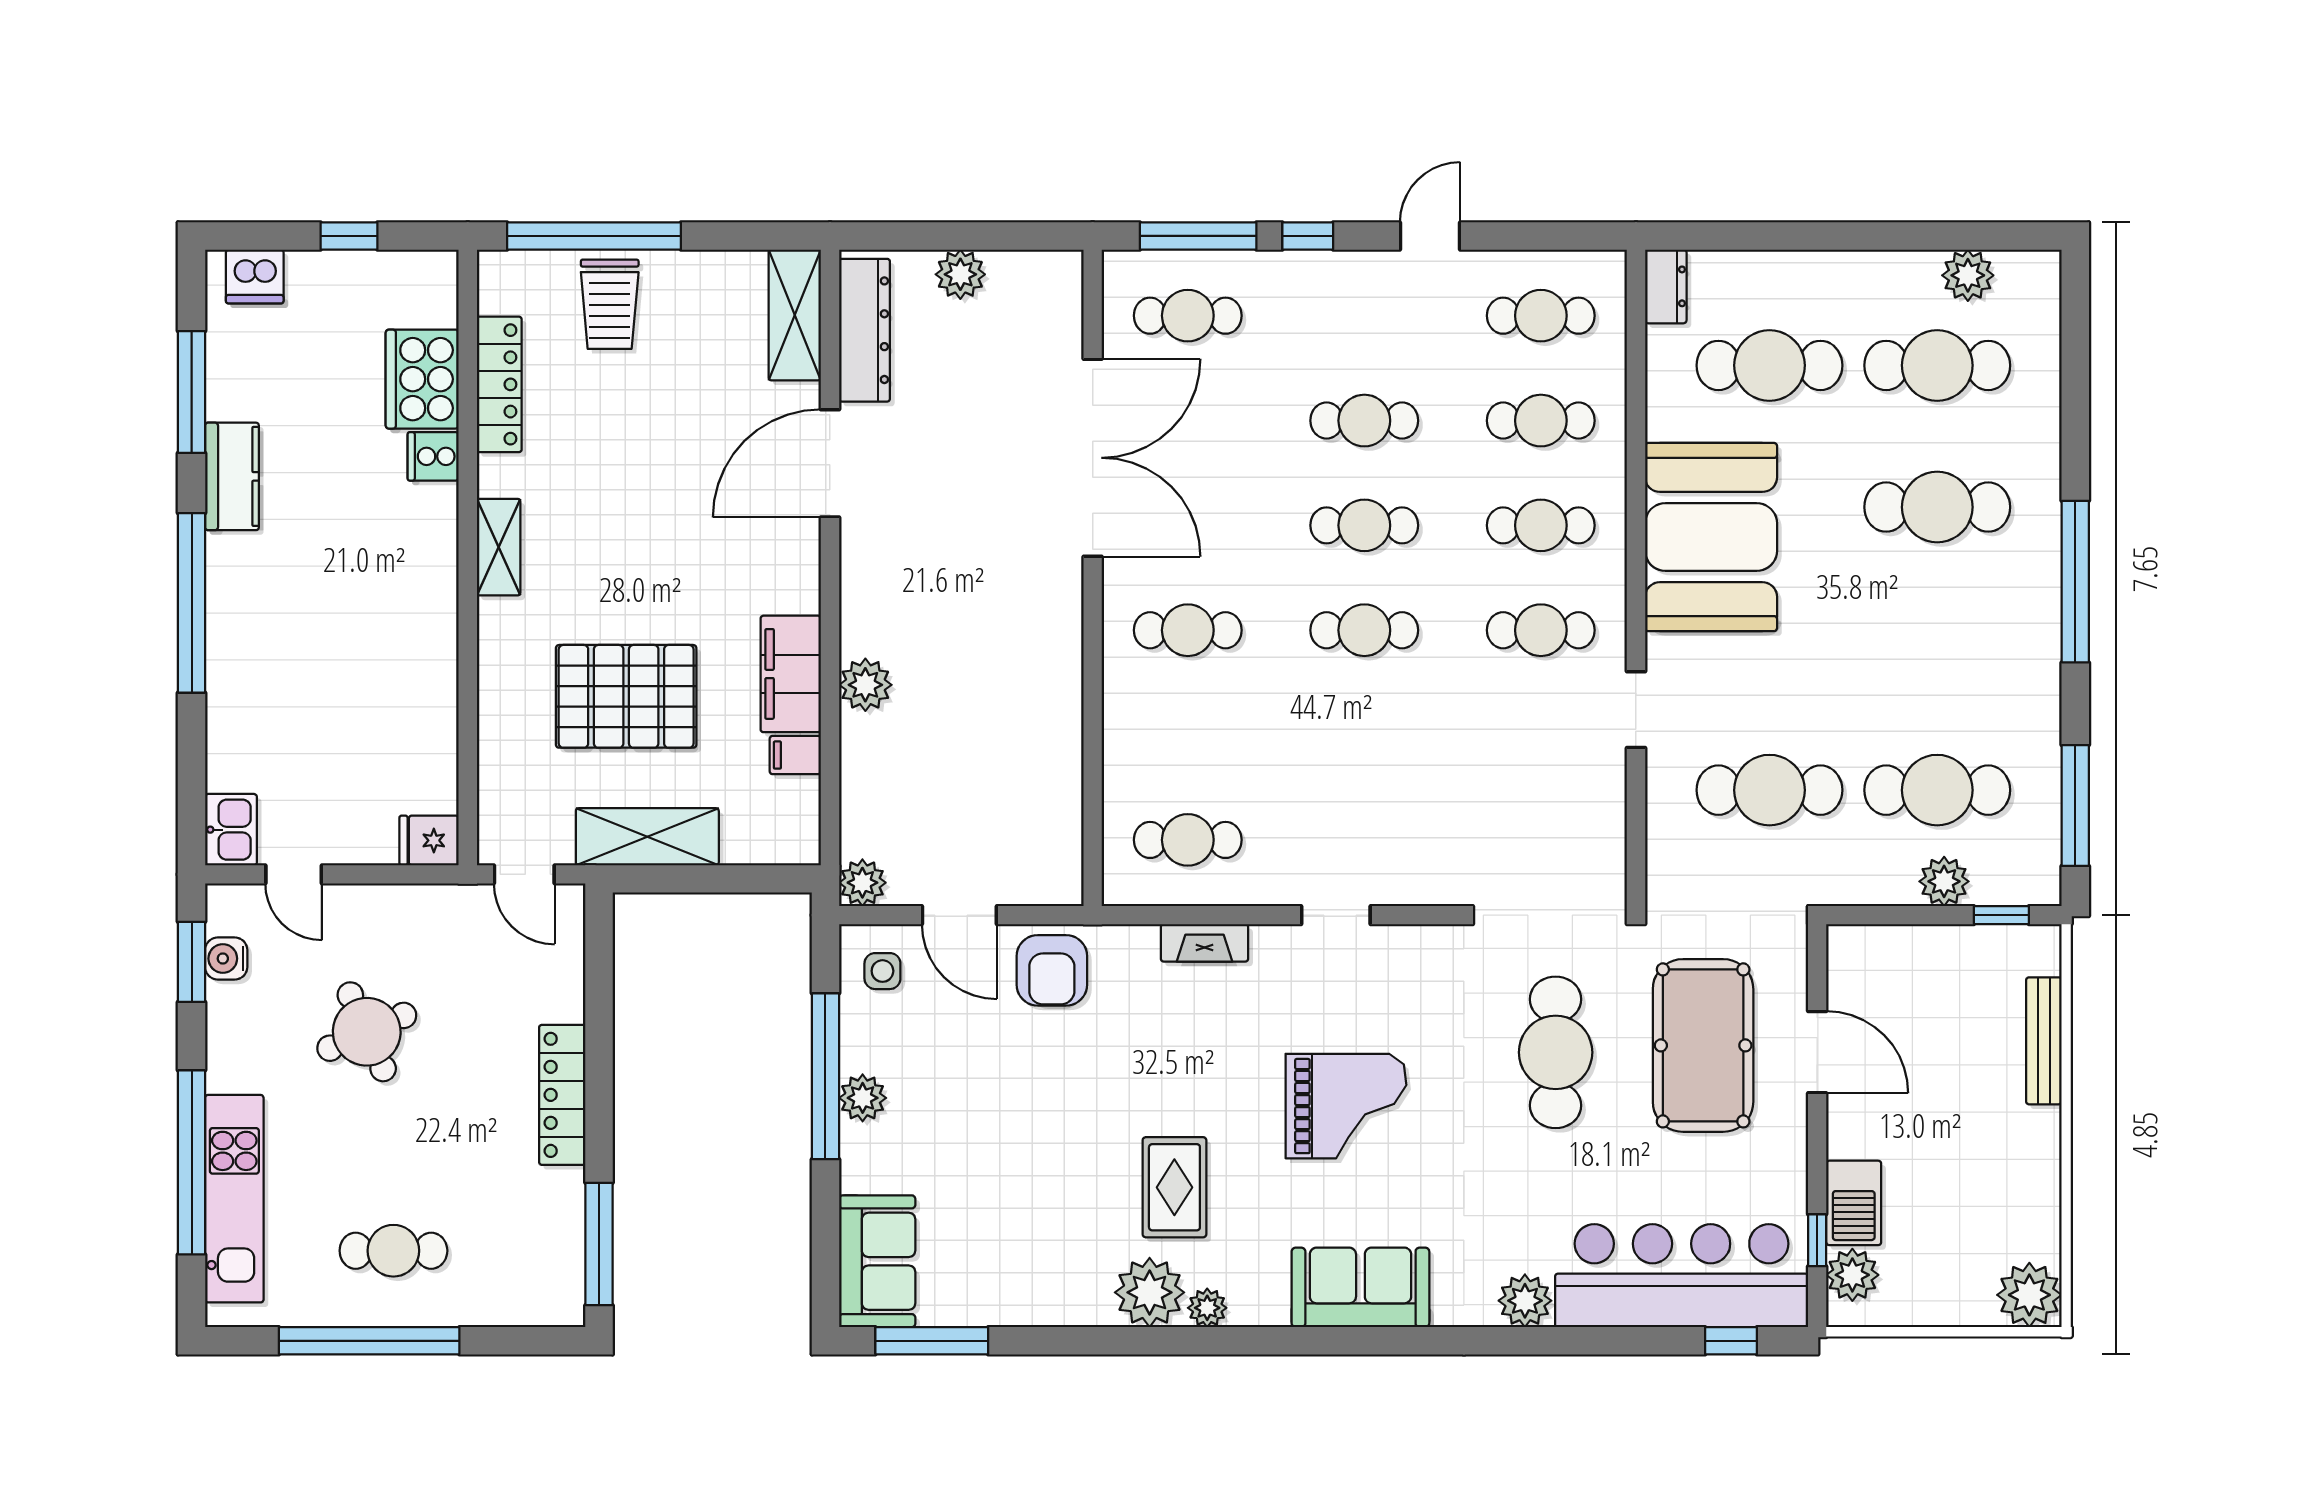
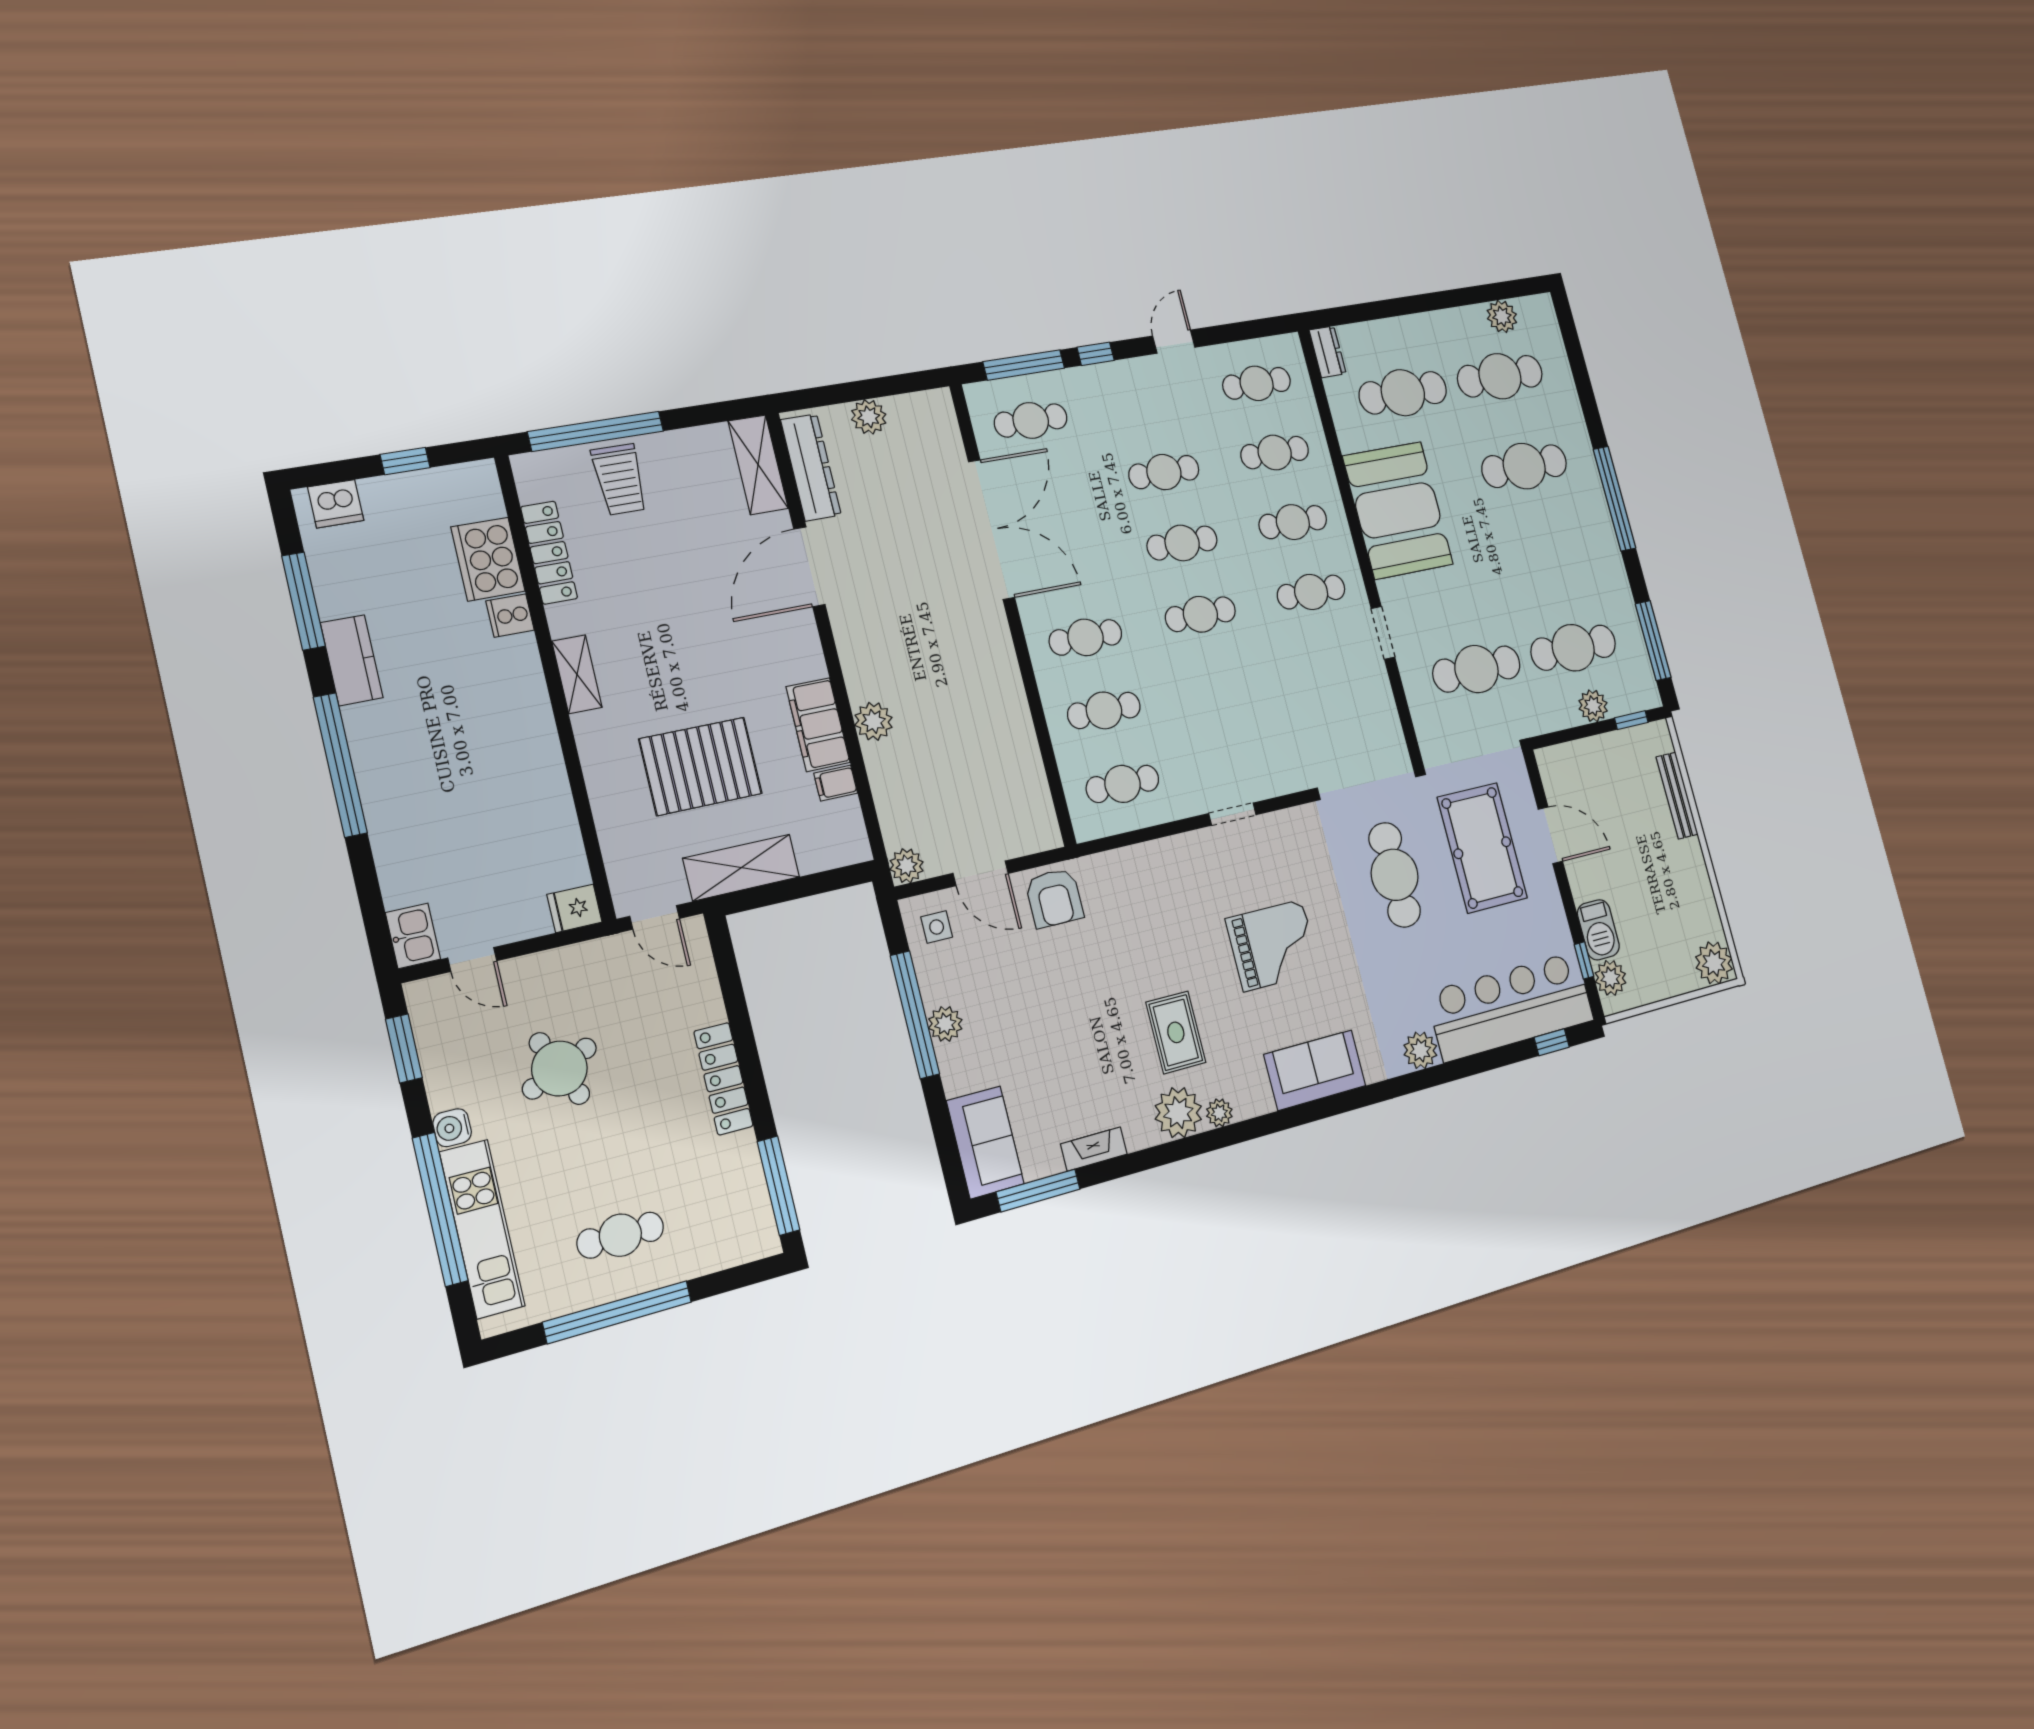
cafe table: (1188, 735) -> (1104, 710), added
fireplace: (1204, 943) -> (1094, 1149), moved, turned 180
water cooler: (226, 959) -> (452, 1128), moved

